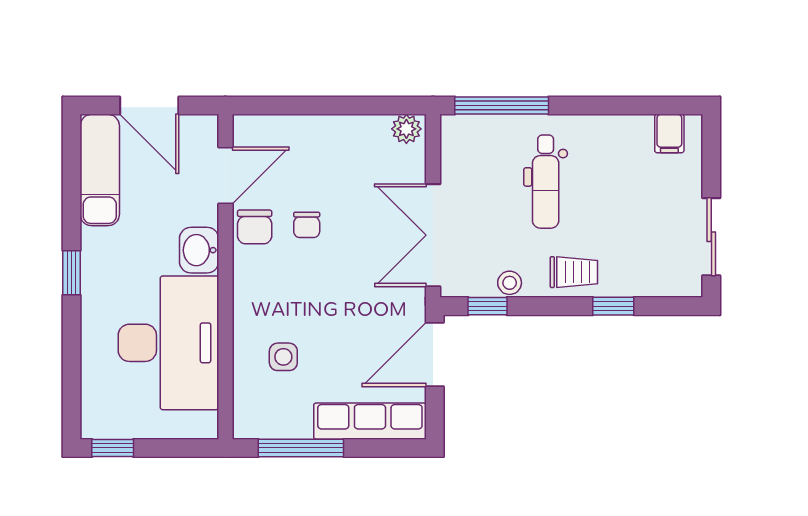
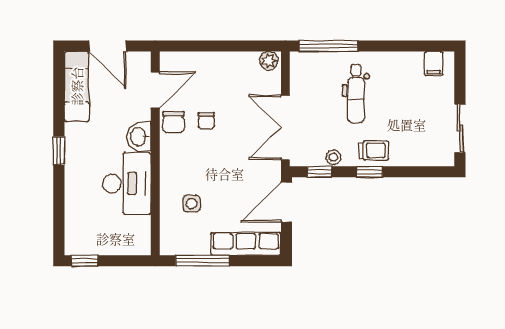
window: (613, 306) -> (370, 172), moved
desk: (168, 343) -> (127, 184), width x0.73, depth x0.77

